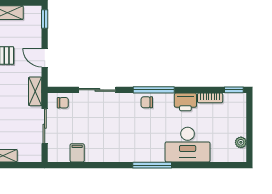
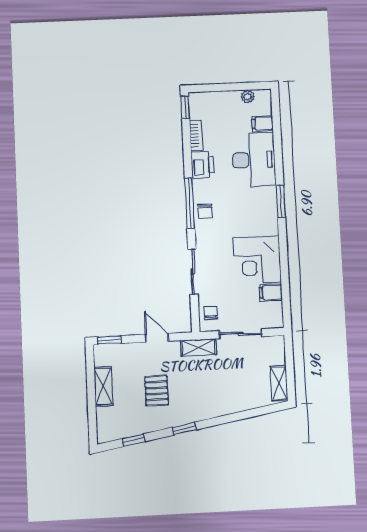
door: (45, 58) -> (157, 338), swing flipped
corner desk: (104, 143) -> (257, 260), added
filing cabinet: (218, 154) -> (262, 124), added
window: (152, 165) -> (281, 201), width x0.69

